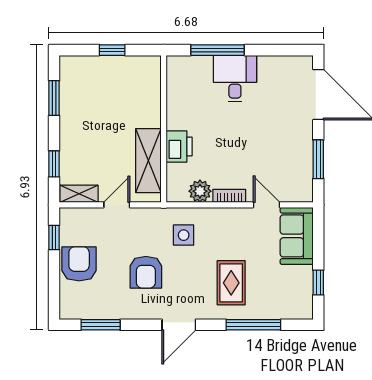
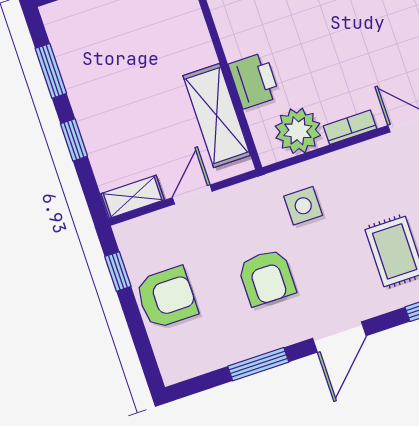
window: (54, 164) -> (74, 140), moved
plant: (200, 191) -> (298, 131), width x1.36, depth x1.36
armchair: (79, 264) -> (167, 297), turned 90
window: (101, 325) -> (258, 364), moved

